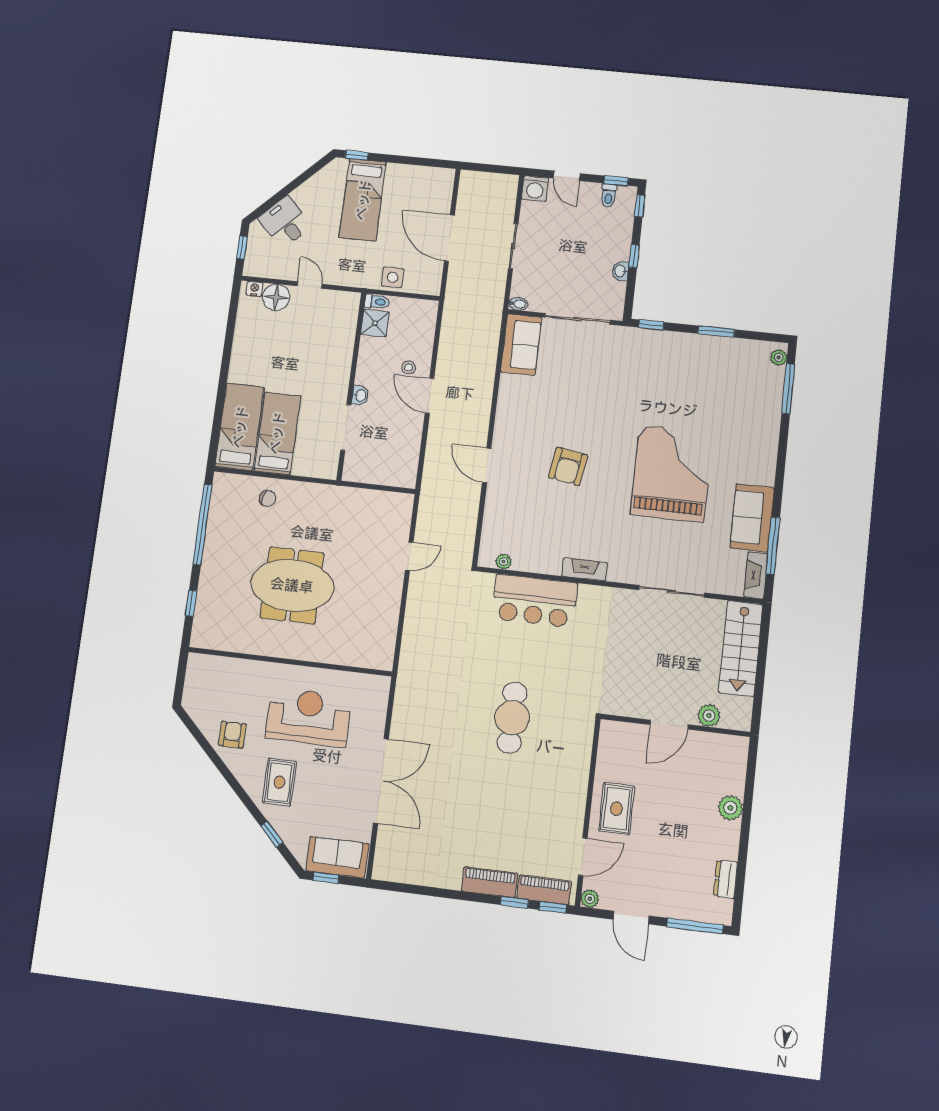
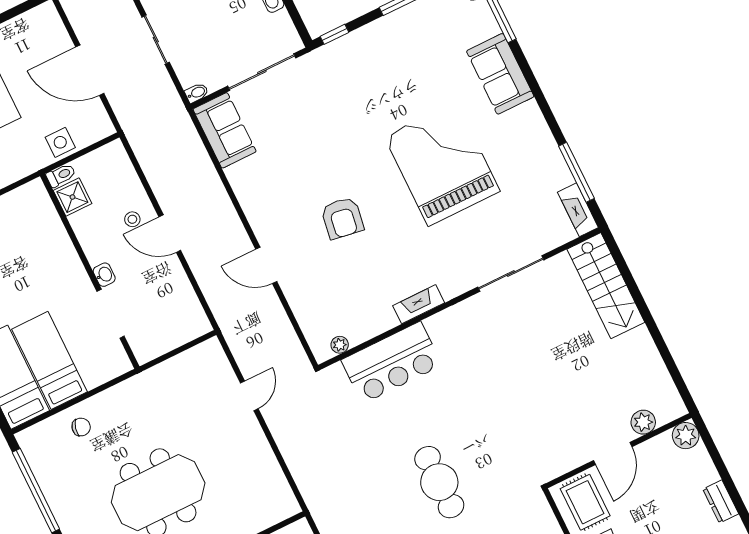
sofa: (752, 518) -> (500, 74), moved
plant: (709, 716) -> (643, 422), moved
door: (669, 725) -> (613, 454), moved
wall: (675, 725) -> (619, 451), moved

